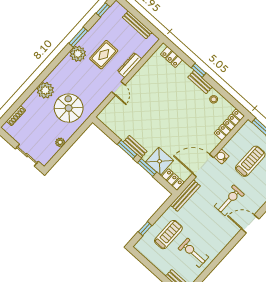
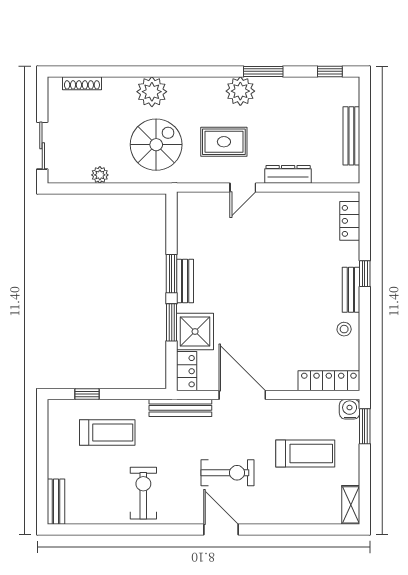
rug: (104, 55) -> (224, 142), moved
water cooler: (222, 157) -> (350, 409), moved
exercise bike: (193, 253) -> (143, 493), moved

